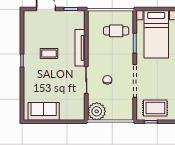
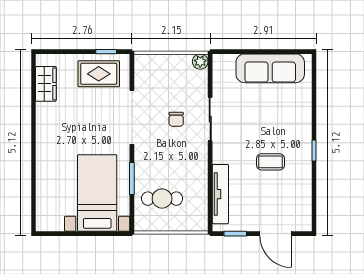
tv unit: (80, 48) -> (220, 194), moved
sofa: (44, 111) -> (270, 68), width x1.36
plant: (97, 111) -> (200, 62), width x0.53, depth x0.53

